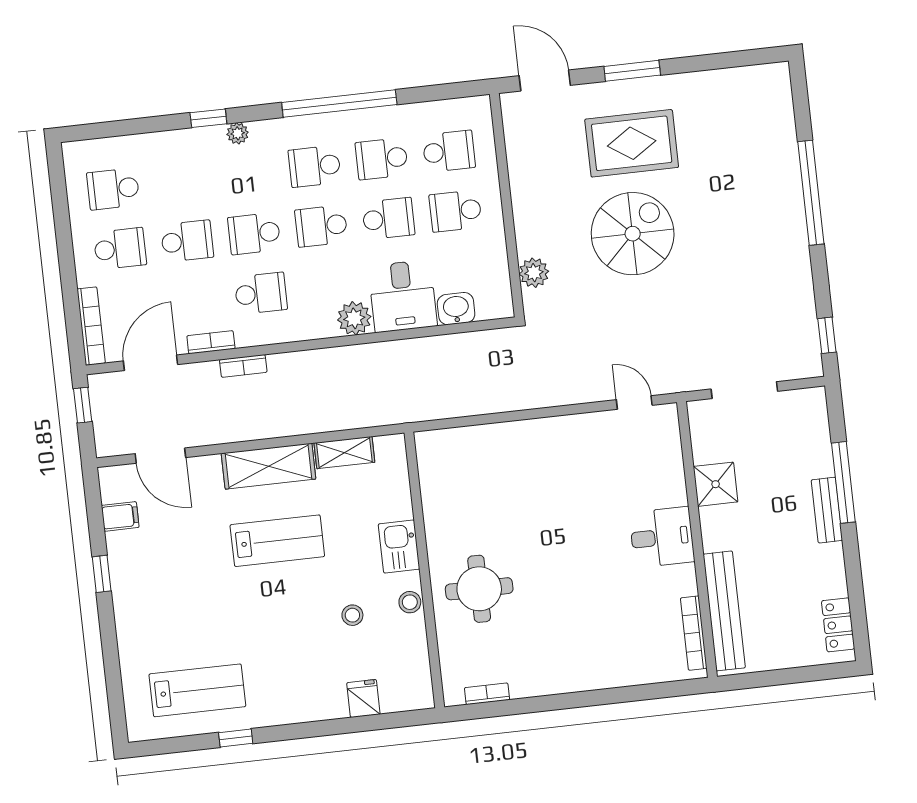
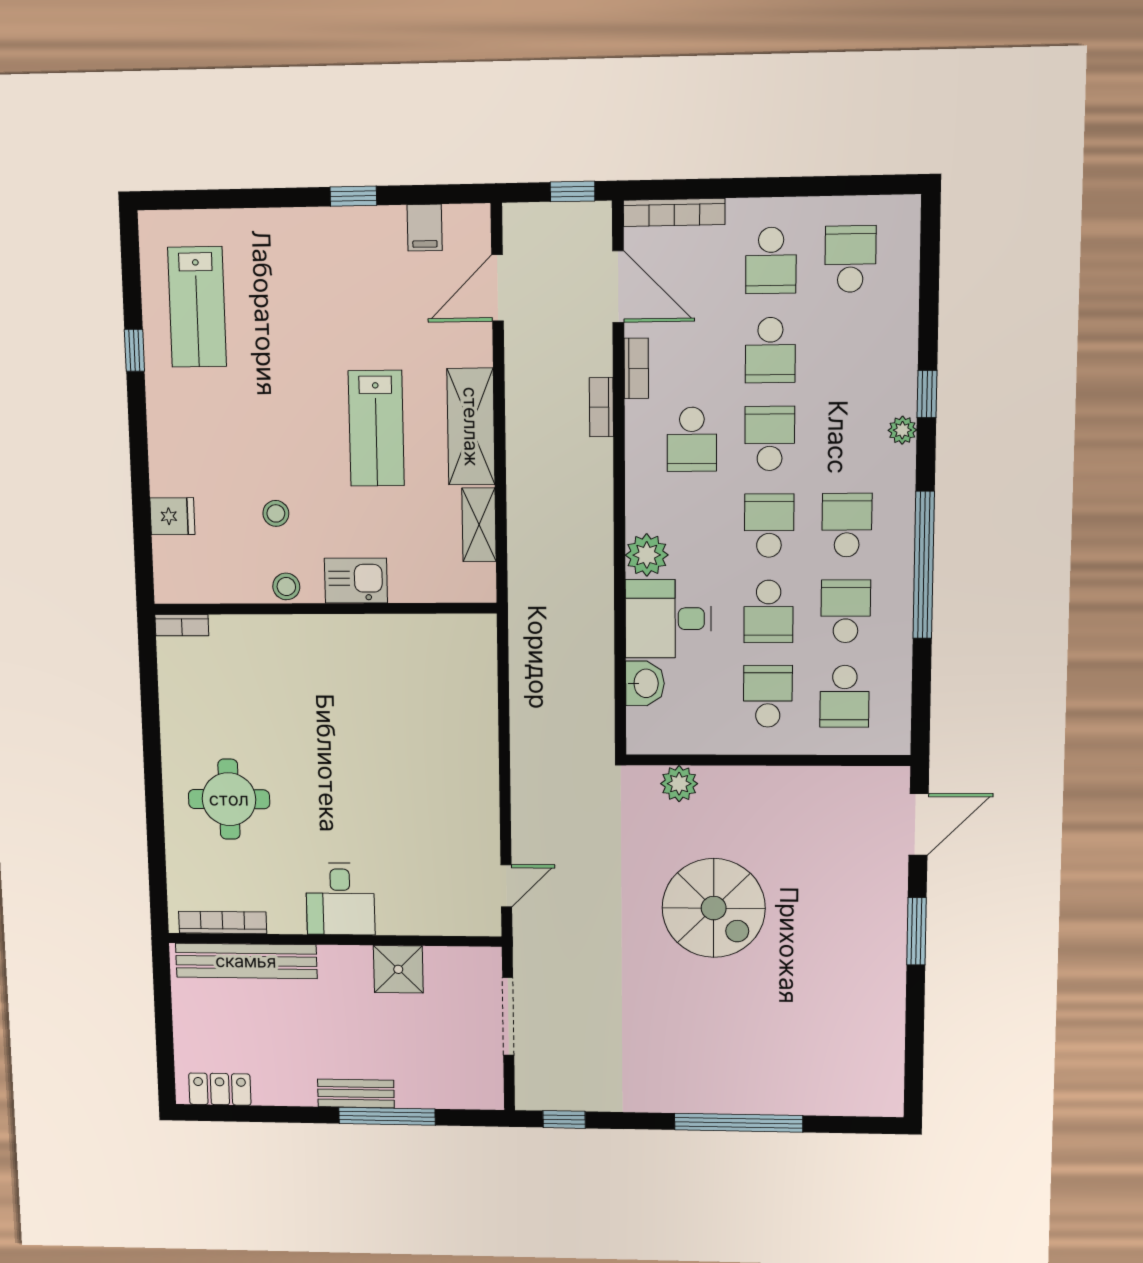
rug: (632, 143) -> (826, 920), removed
round table: (479, 589) -> (229, 799), moved
bookcase: (487, 694) -> (182, 625), moved, turned 90

